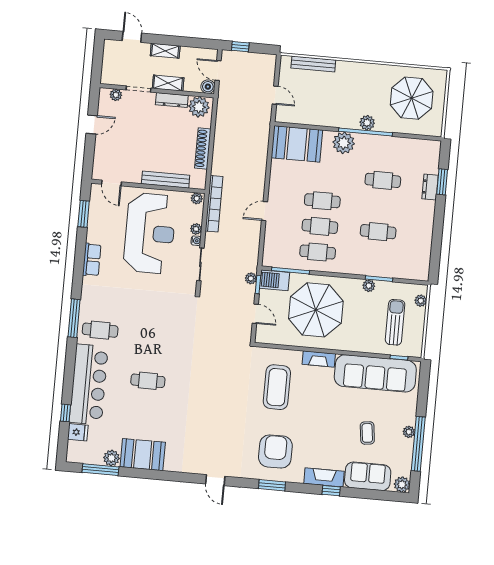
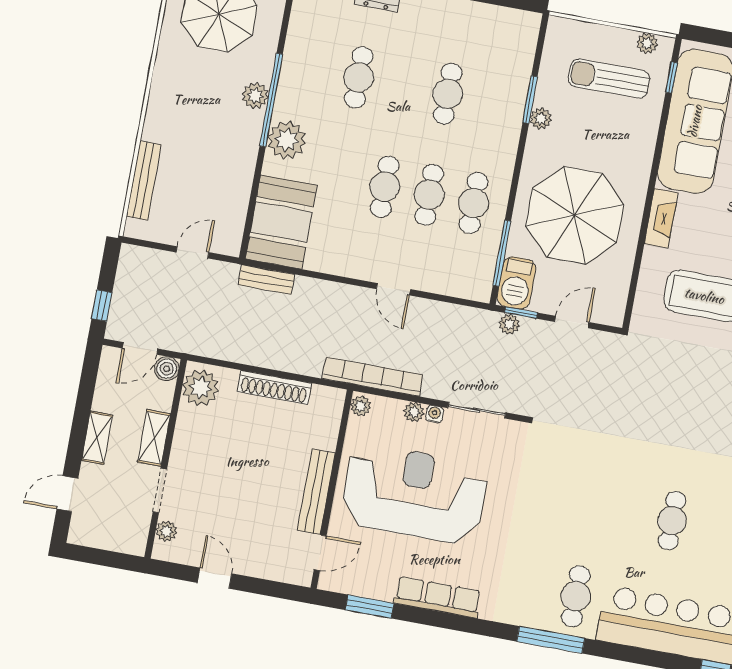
dresser: (172, 100) -> (184, 434), removed
bench: (264, 139) -> (266, 280), added
bench: (166, 180) -> (316, 492), moved
row of seats: (92, 260) -> (438, 597), width x1.48
plant: (421, 301) -> (647, 43), moved

